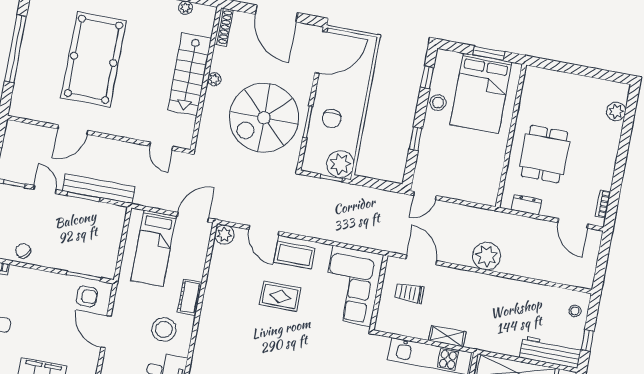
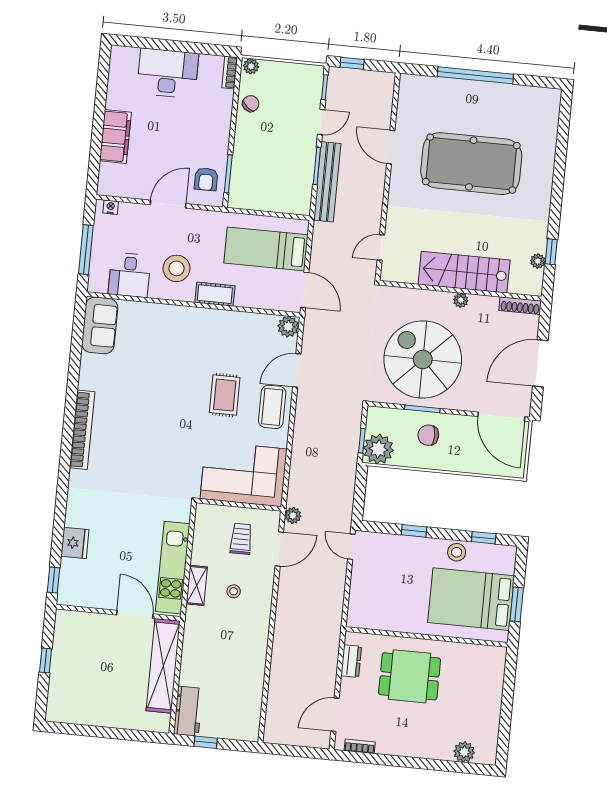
plant: (487, 256) -> (293, 515), moved, width x0.53, depth x0.53
stool: (575, 311) -> (234, 591), moved
workbench: (550, 352) -> (188, 711), width x0.73

